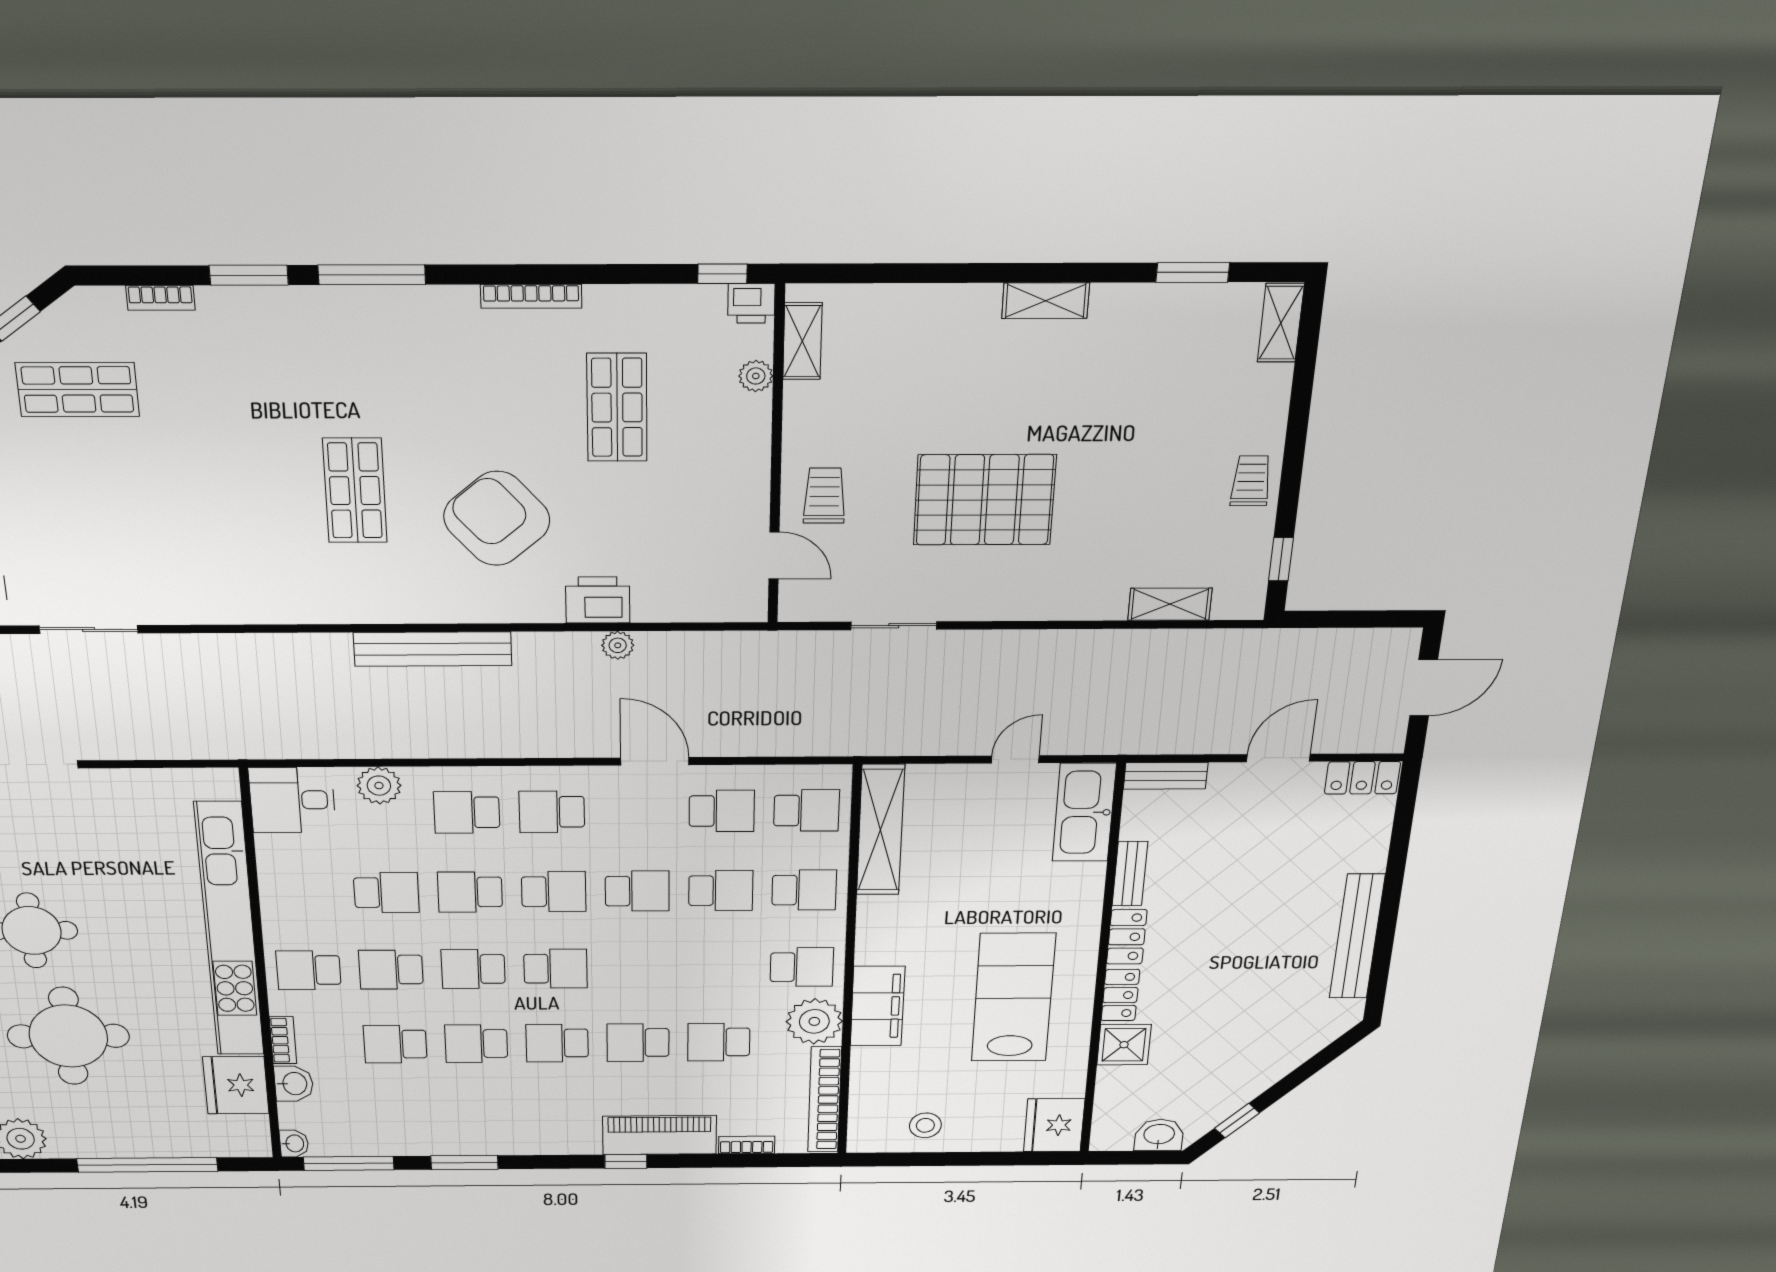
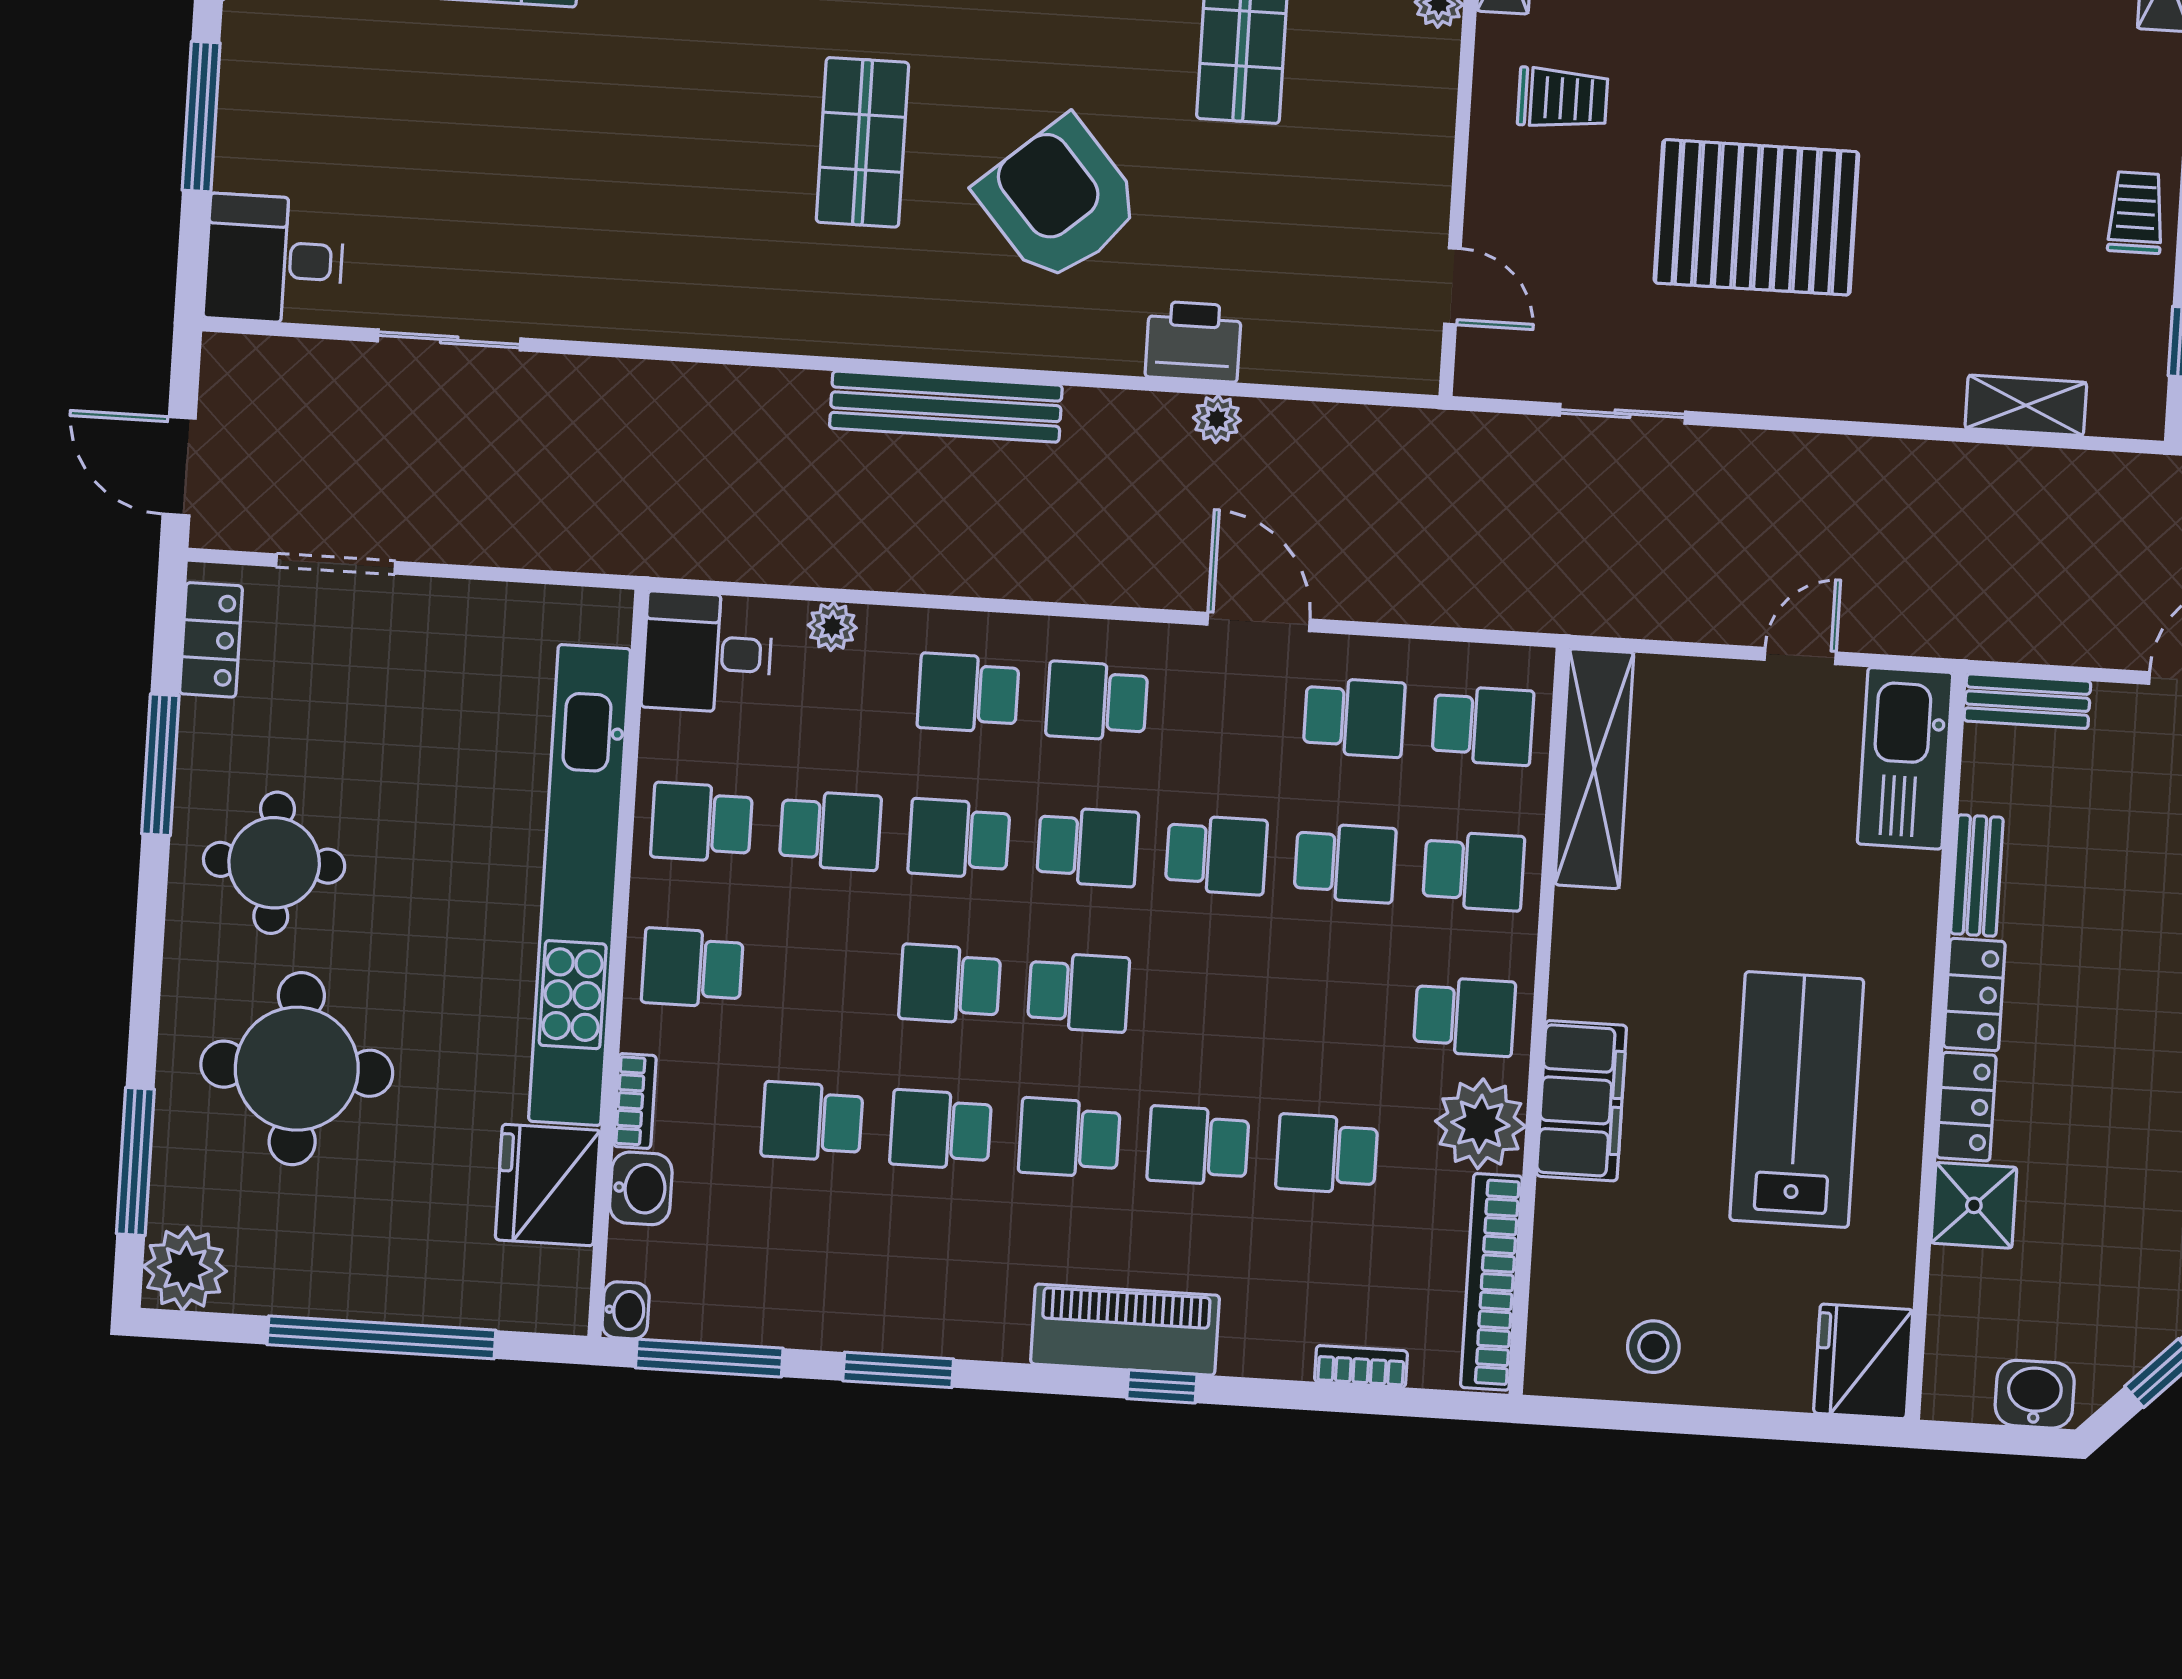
trolley: (824, 496) -> (1563, 98), moved, turned 90
plant: (379, 786) -> (832, 626), width x0.73, depth x0.73
school desk: (391, 970) -> (702, 822), moved
piano: (659, 1135) -> (1125, 1330), moved

